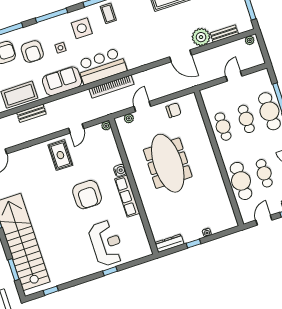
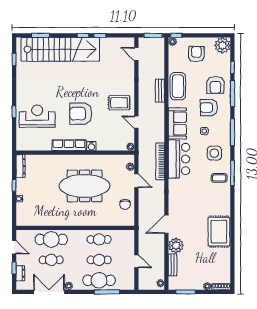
reception desk: (106, 243) -> (37, 116), turned 180

